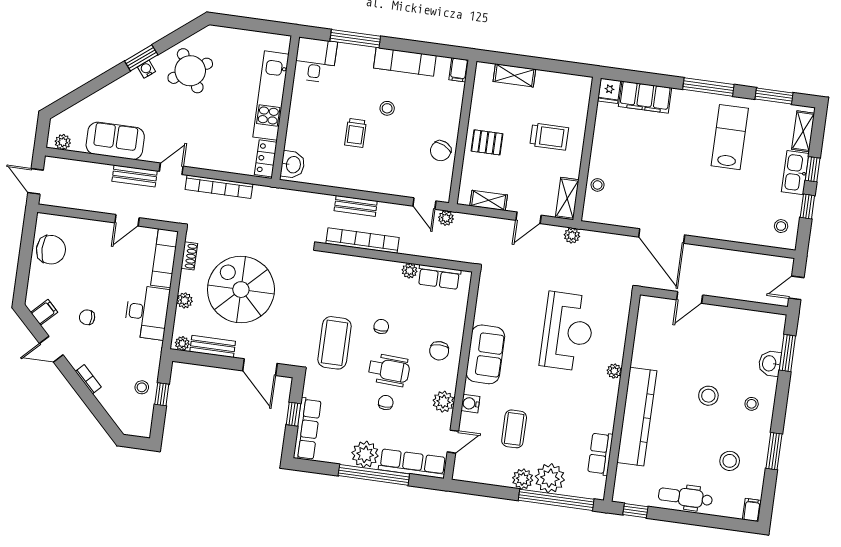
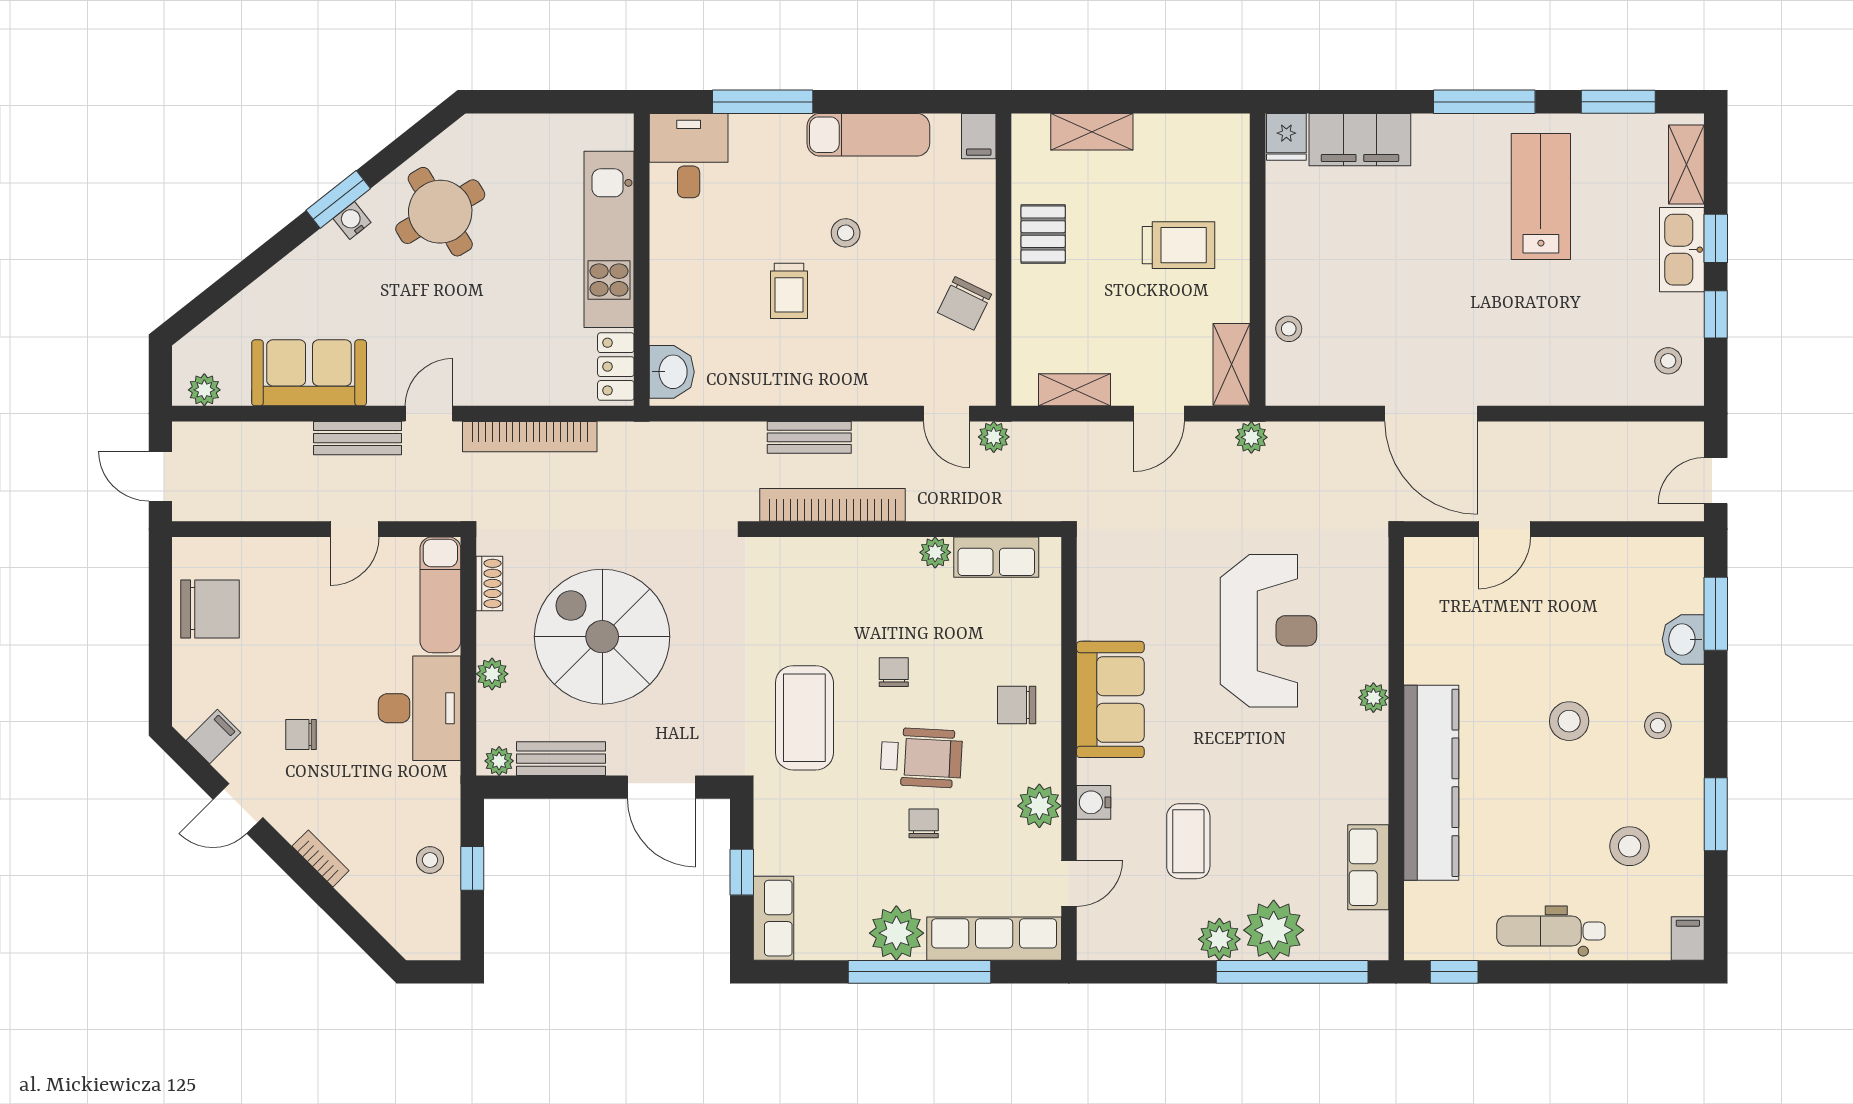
pallet: (487, 142) -> (1043, 234), moved, turned 90
chair: (439, 351) -> (1017, 705), turned 90
row of seats: (307, 429) -> (773, 918), width x0.68

